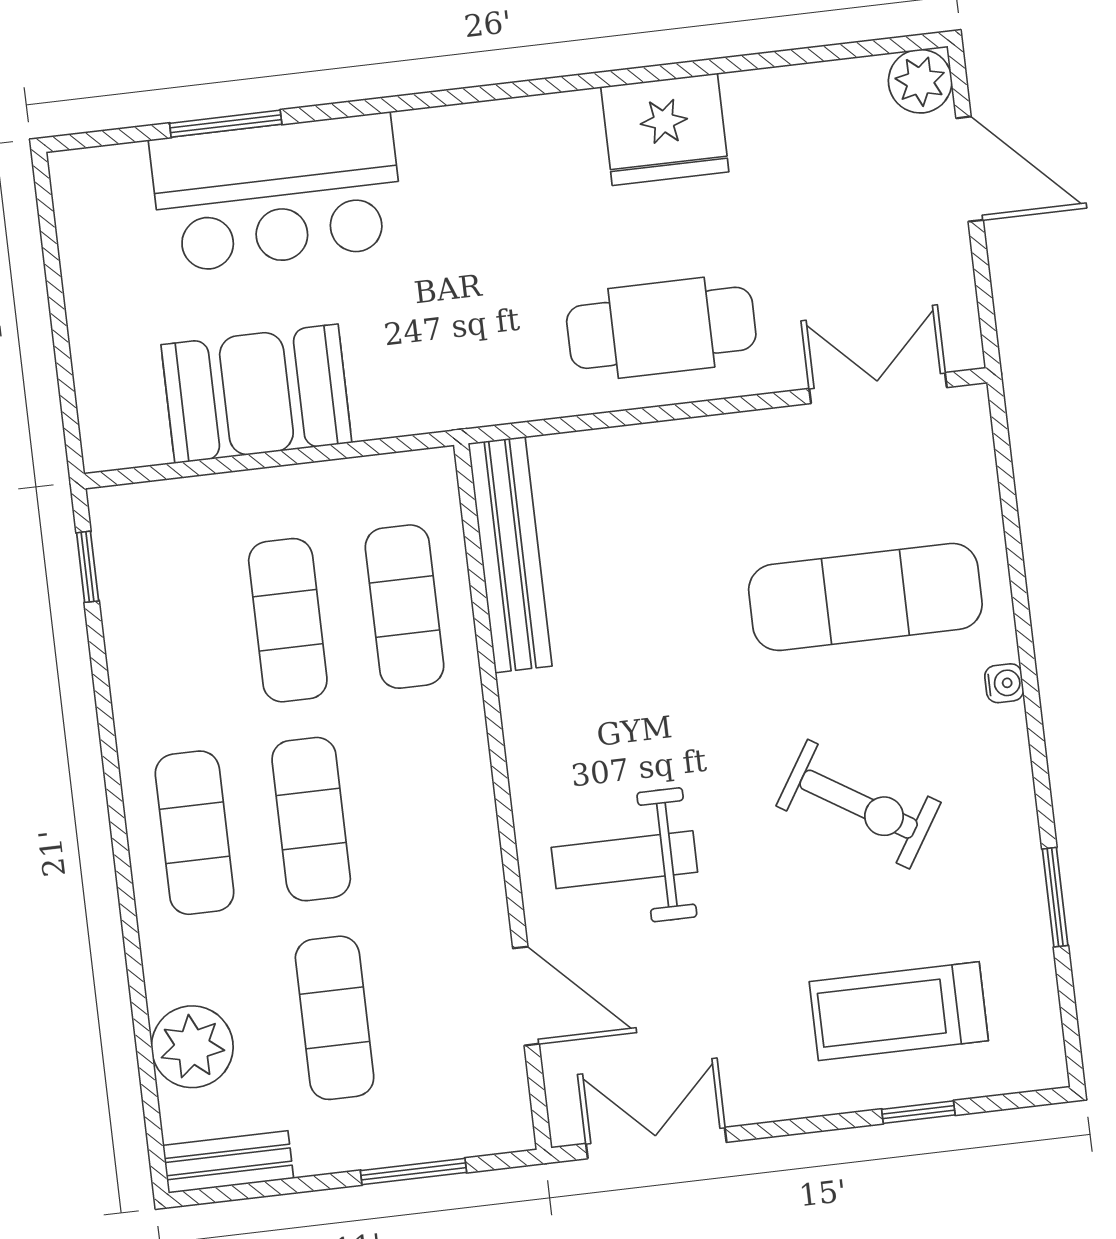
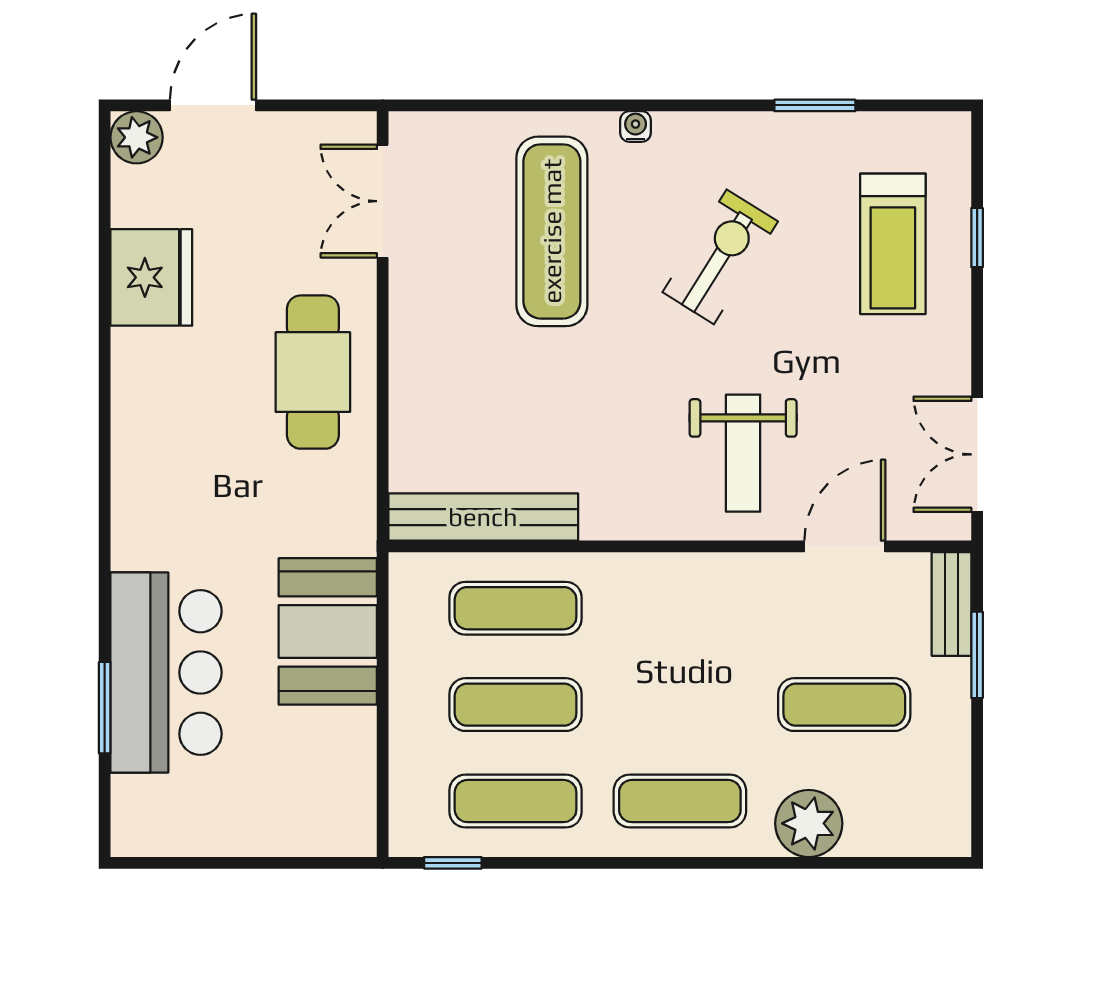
fridge: (665, 129) -> (151, 277), moved
booth: (256, 394) -> (328, 631), moved
exercise mat: (311, 819) -> (516, 801), moved
plant: (192, 1047) -> (809, 823), moved
bench: (228, 1162) -> (951, 604), moved

